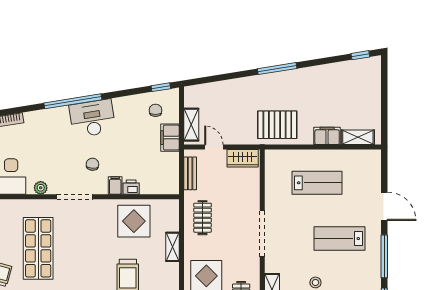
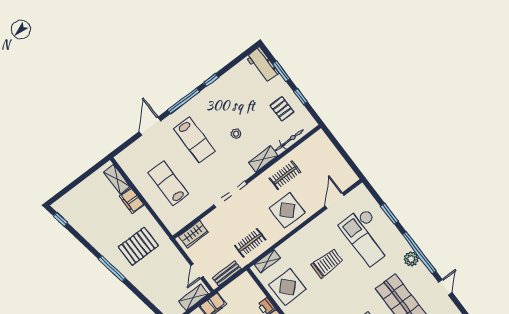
pallet: (277, 125) -> (138, 246), moved, turned 90
wardrobe: (243, 158) -> (194, 234), moved, turned 90
shelving: (173, 247) -> (267, 261), moved

